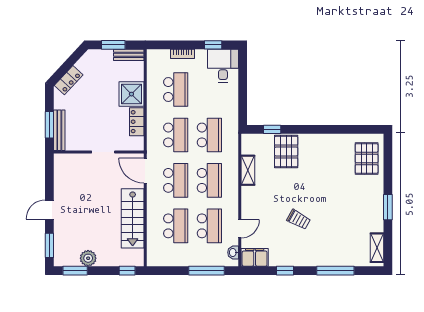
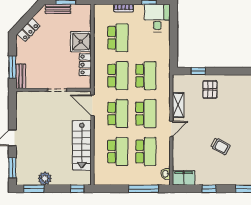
bench: (129, 55) -> (58, 9), moved
bench: (59, 130) -> (21, 76), width x0.73
pallet: (286, 152) -> (210, 89), width x0.67, depth x0.71
door: (240, 229) -> (171, 129), moved

